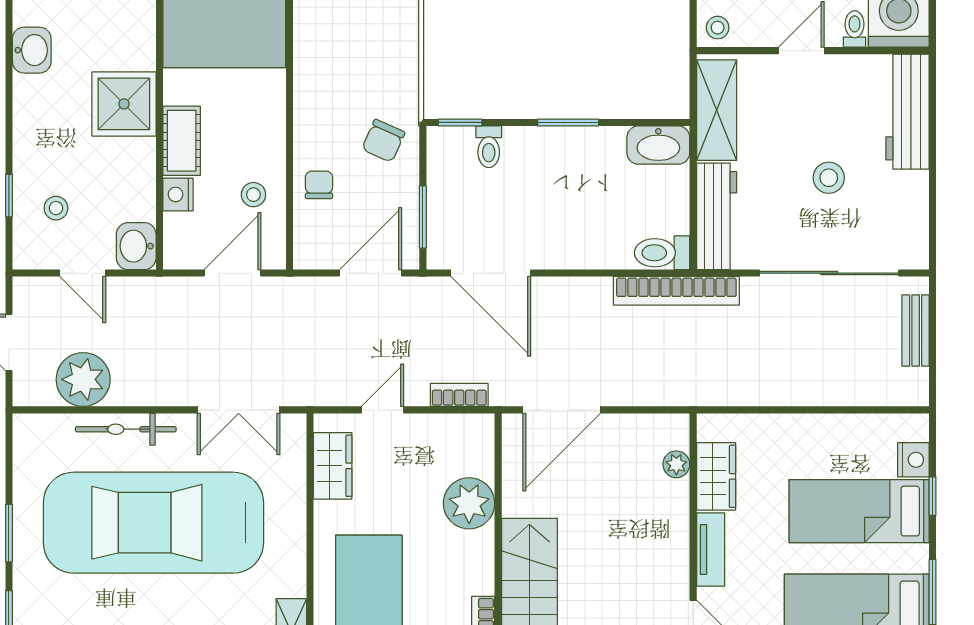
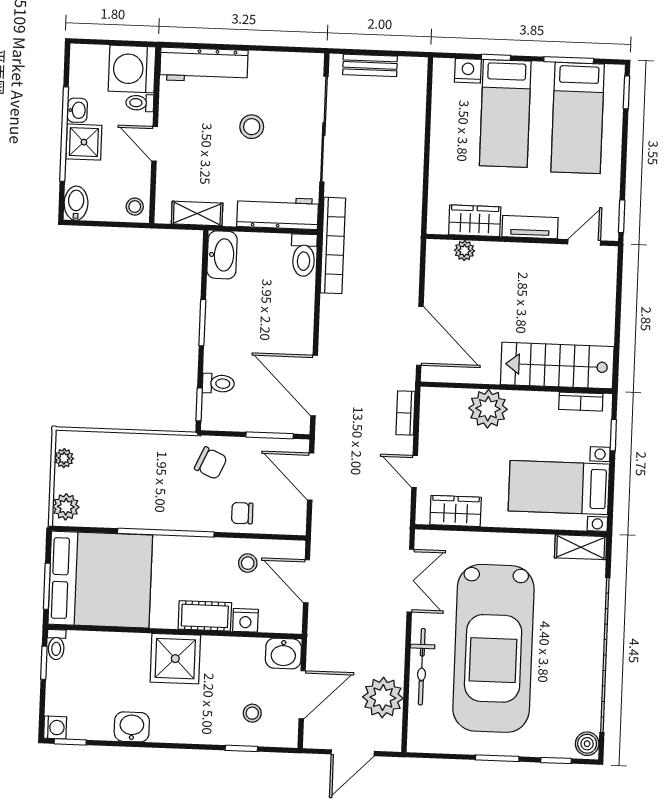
window: (289, 85) -> (166, 533), added
shelving: (717, 110) -> (197, 214), width x0.67, depth x0.75
door: (83, 273) -> (302, 695), width x1.38
door: (491, 273) -> (314, 386), swing flipped

